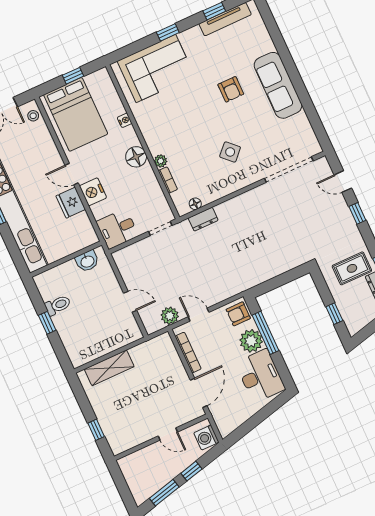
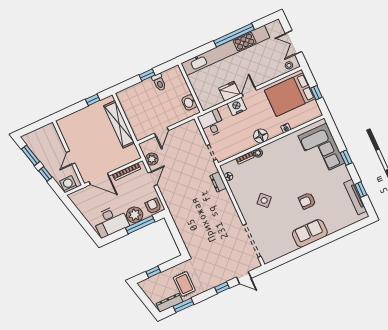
sofa: (278, 85) -> (310, 233), width x0.73
door: (343, 181) -> (244, 278), swing flipped
shelving: (109, 368) -> (119, 124), width x1.47
window: (96, 430) -> (93, 100), moved

